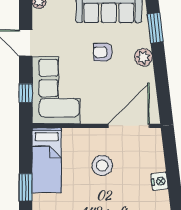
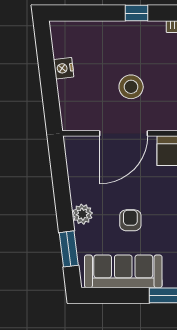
armchair: (103, 52) -> (130, 220), turned -90
door: (129, 126) -> (124, 133), moved

